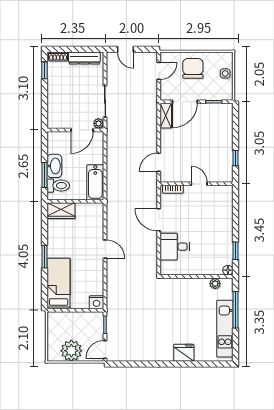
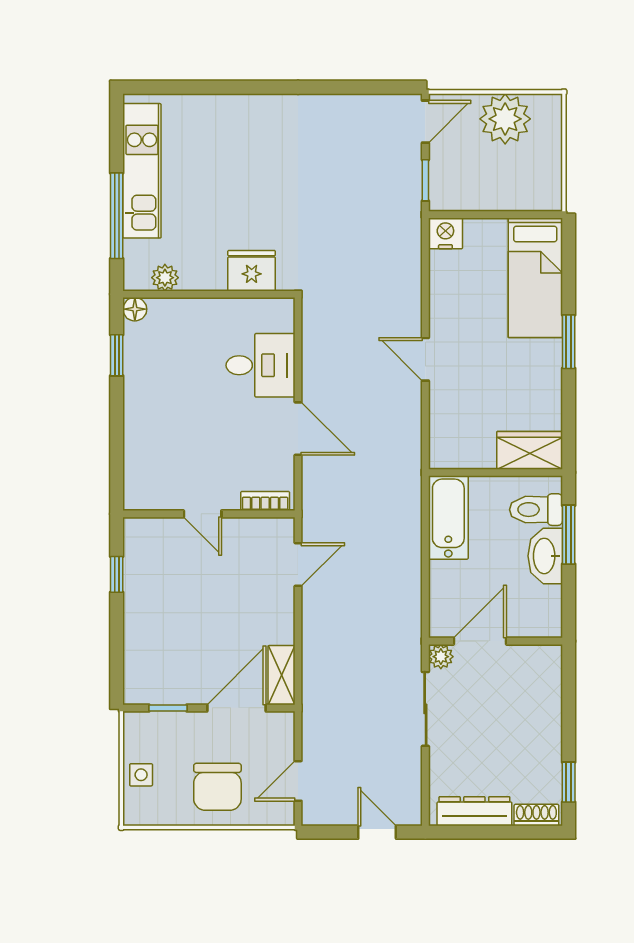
fridge: (184, 353) -> (252, 271), moved, turned 180

